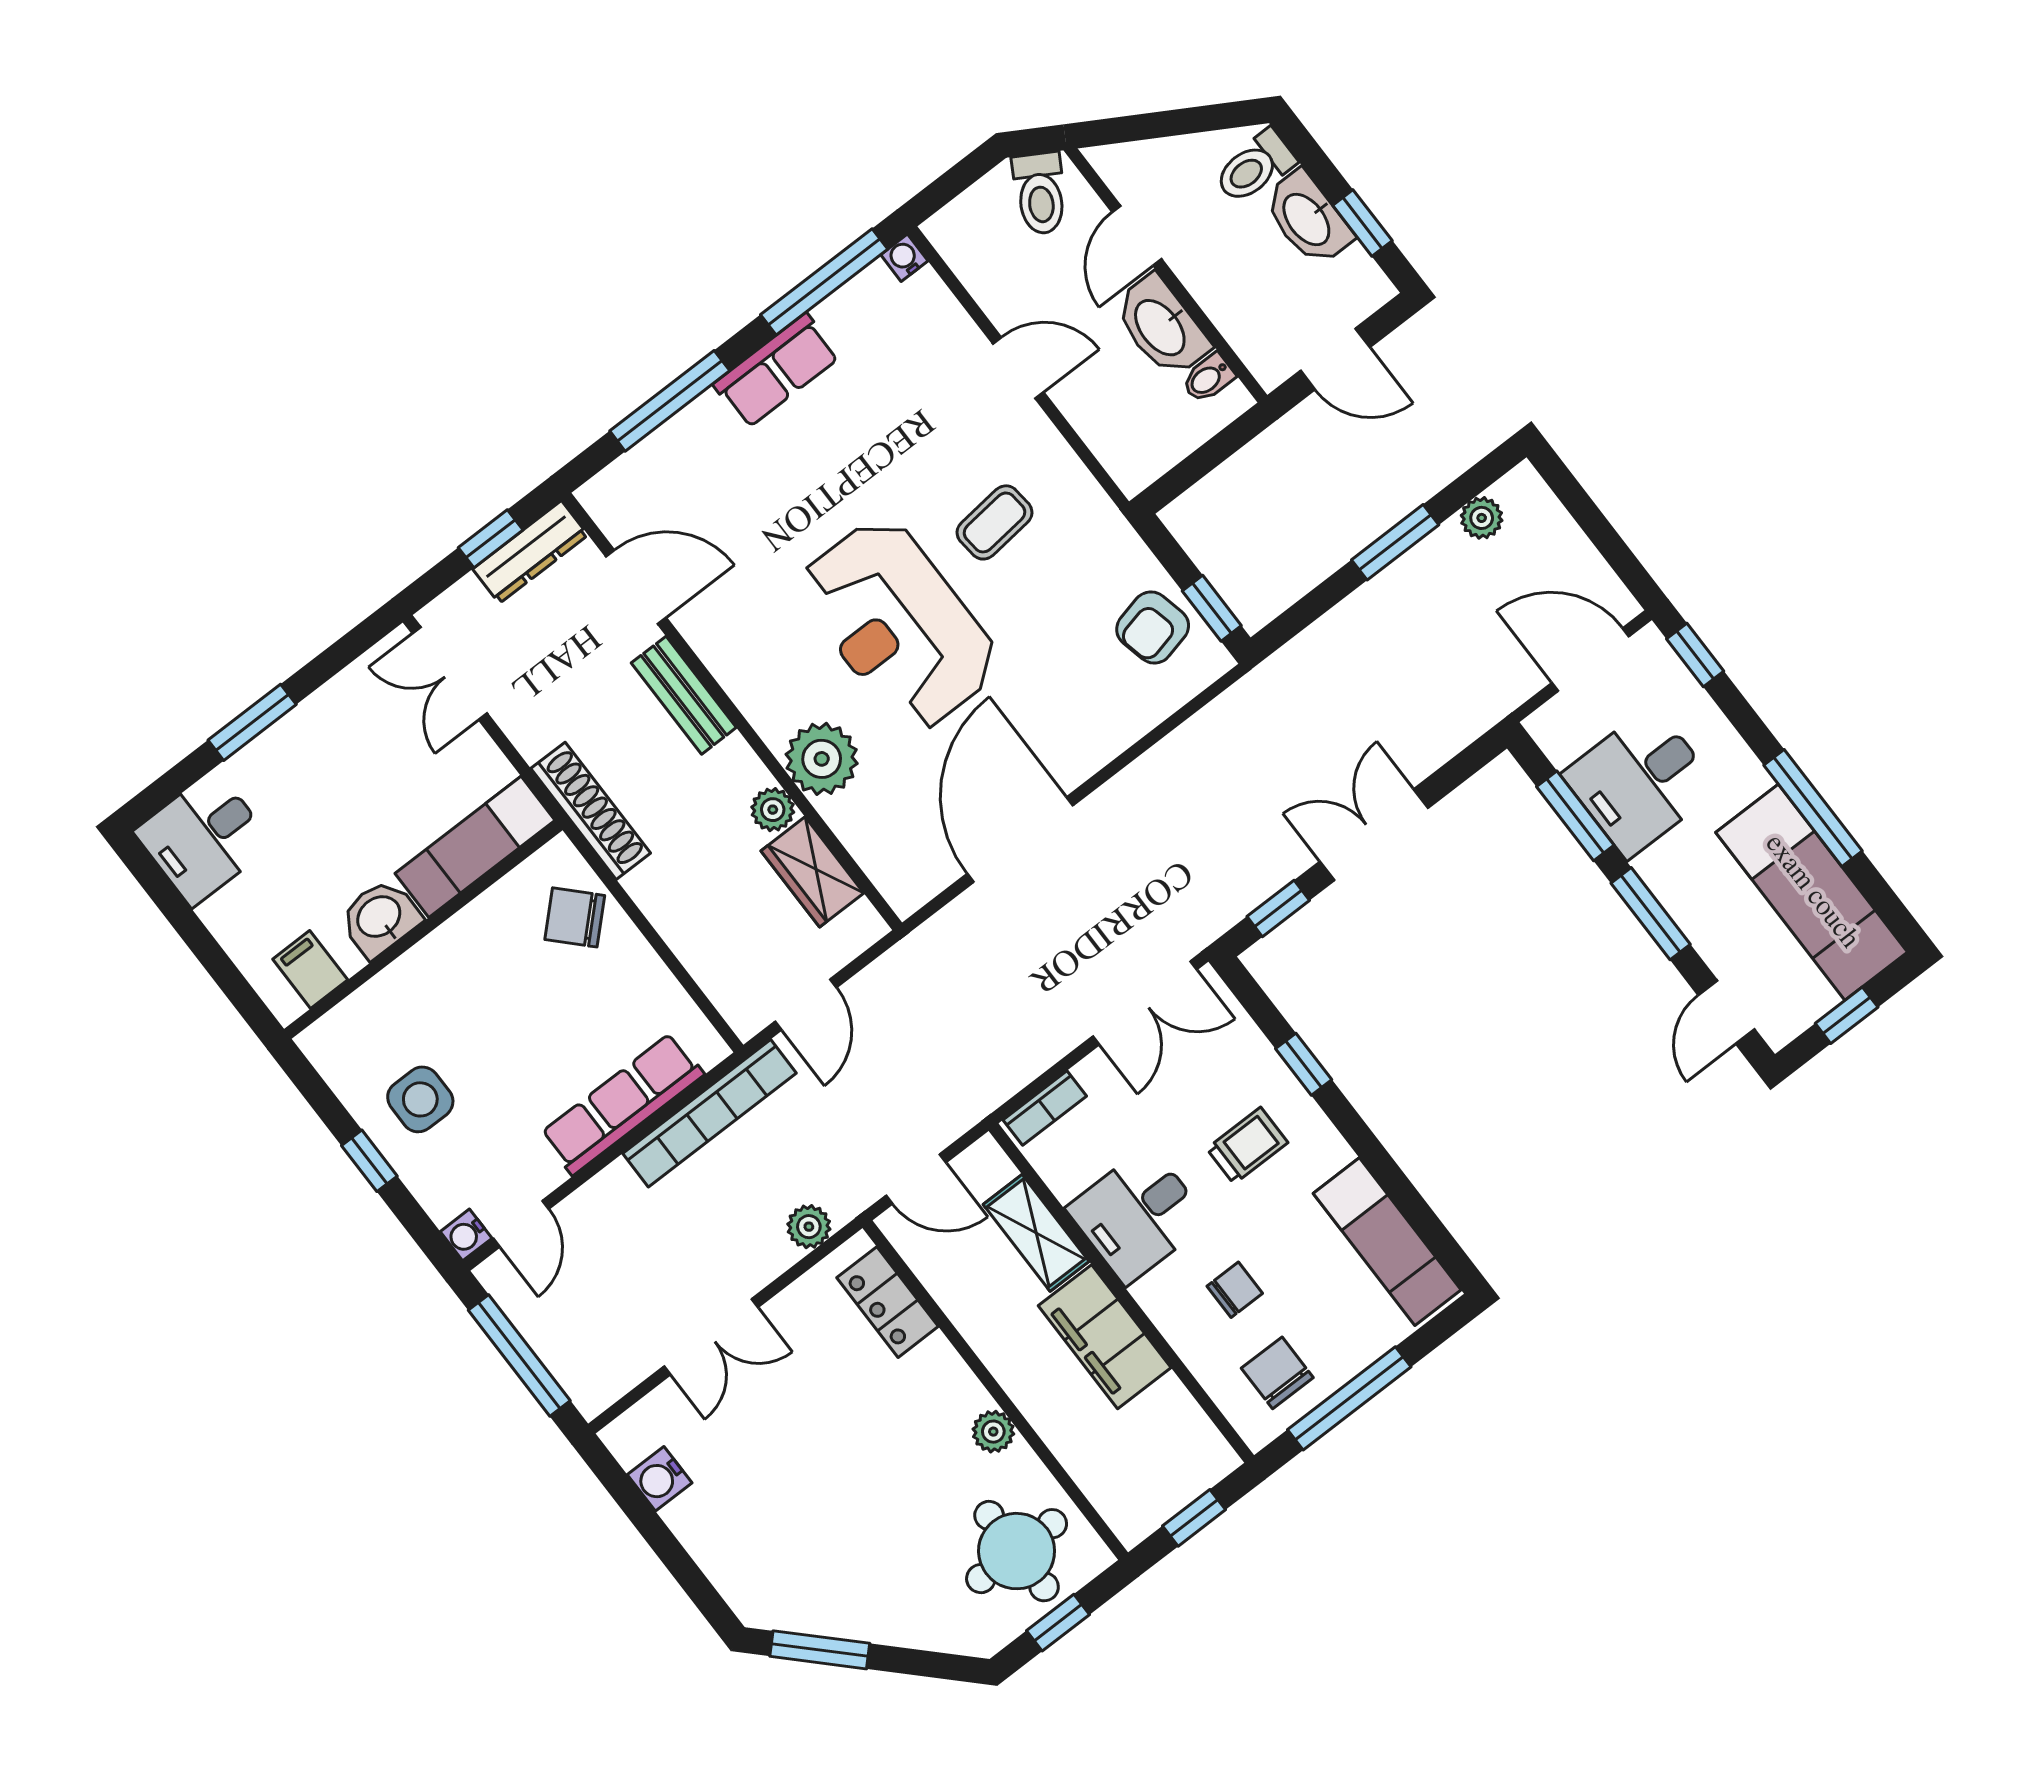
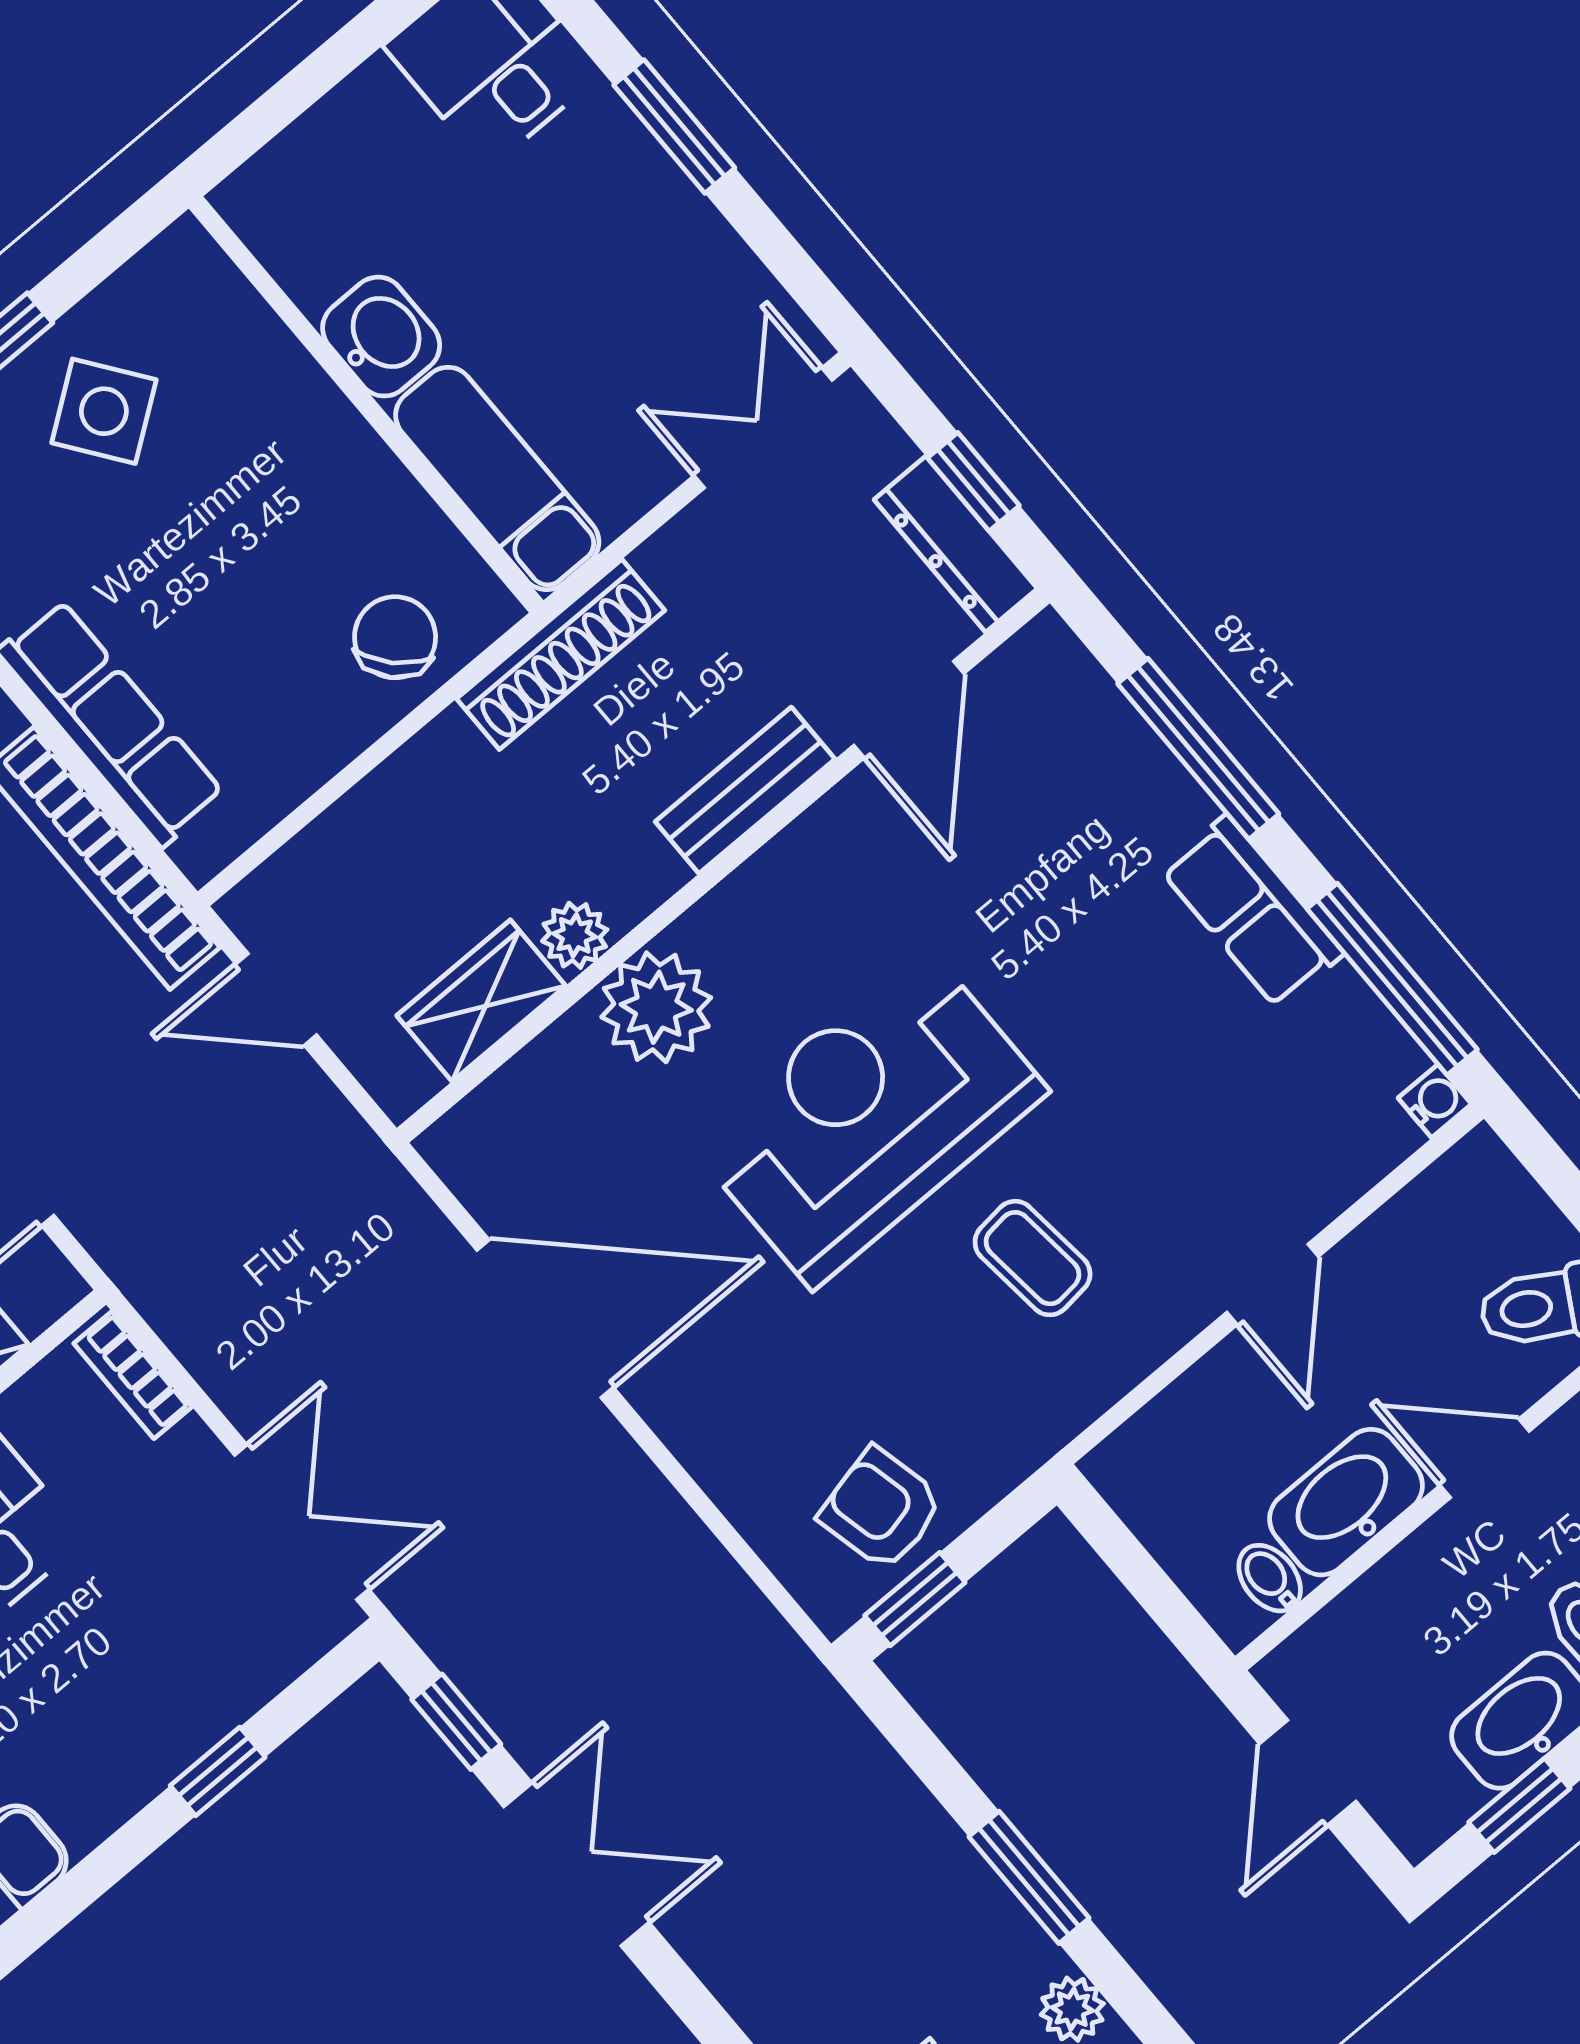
filing cabinet: (310, 969) -> (297, 233), removed
double door: (1145, 1003) -> (302, 1522), swing flipped
side table: (420, 1099) -> (104, 411), turned -36
trolley: (1247, 1145) -> (89, 1690), removed

